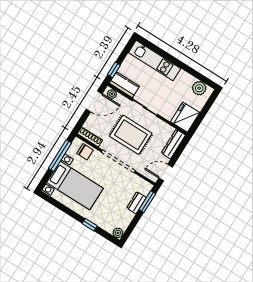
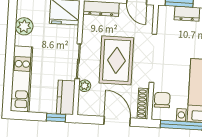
plant: (199, 88) -> (24, 26), moved
plant: (112, 94) -> (85, 86), moved
door: (94, 101) -> (117, 121), moved

